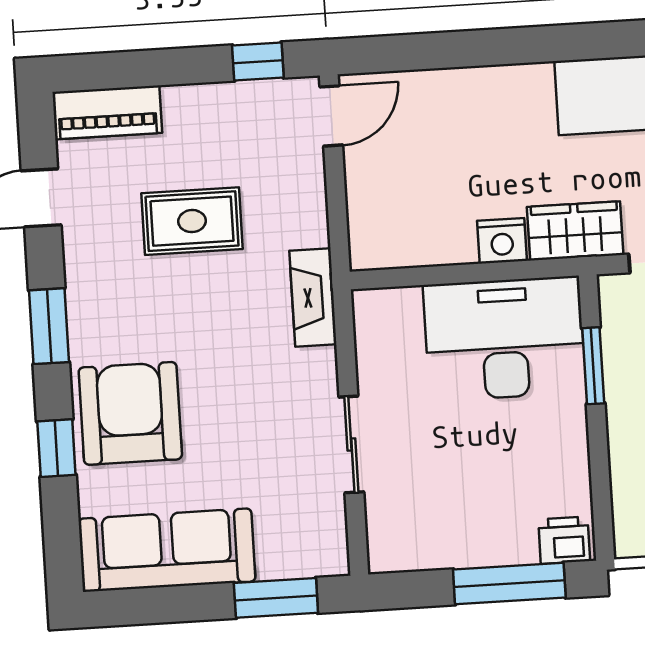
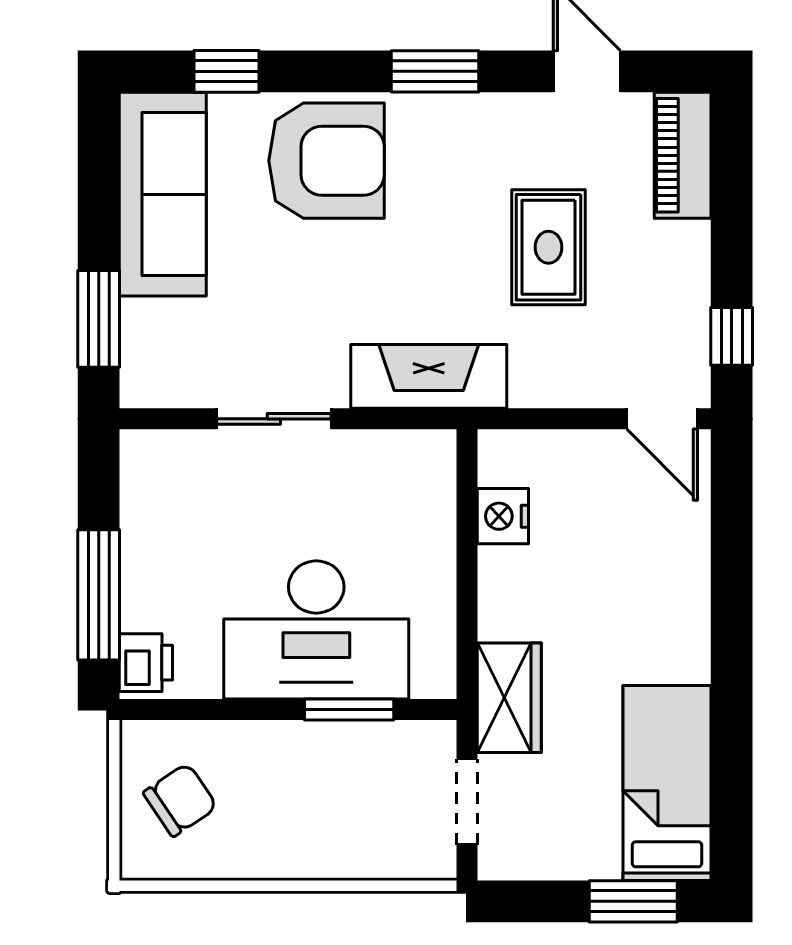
nightstand: (502, 241) -> (503, 516), moved
fireplace: (313, 298) -> (429, 376), width x1.37, depth x1.32
desk: (504, 339) -> (316, 630), moved, turned 90
window: (56, 448) -> (227, 71), moved

